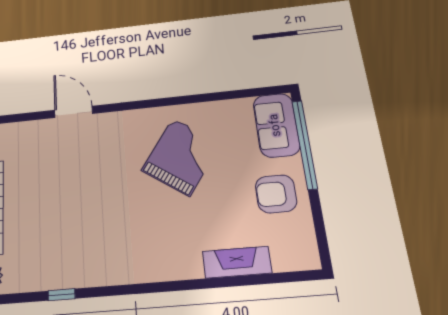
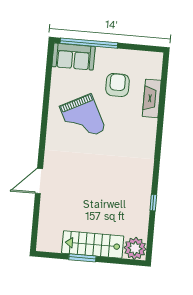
grand piano: (181, 157) -> (83, 118), turned -152
armchair: (276, 194) -> (117, 85), moved, turned 180

